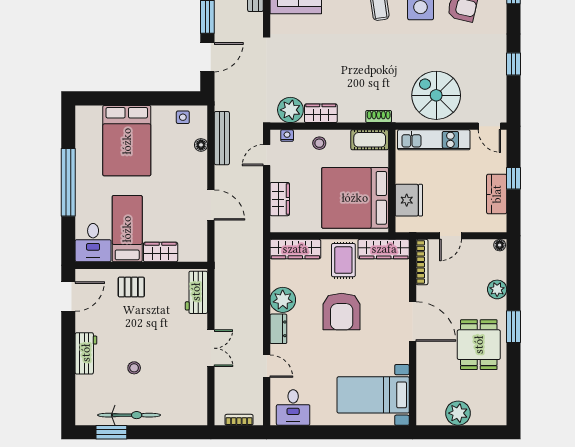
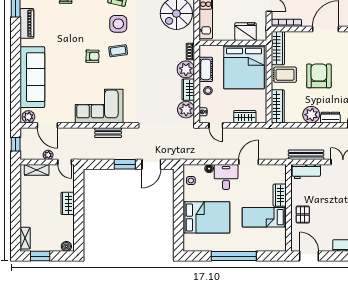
door: (207, 57) -> (151, 164), swing flipped
plant: (351, 110) -> (186, 69), added
bench: (222, 138) -> (306, 155), moved
cot: (370, 140) -> (206, 69), moved
desk: (93, 243) -> (226, 177), moved, turned -90
armchair: (342, 312) -> (319, 76), turned -90

